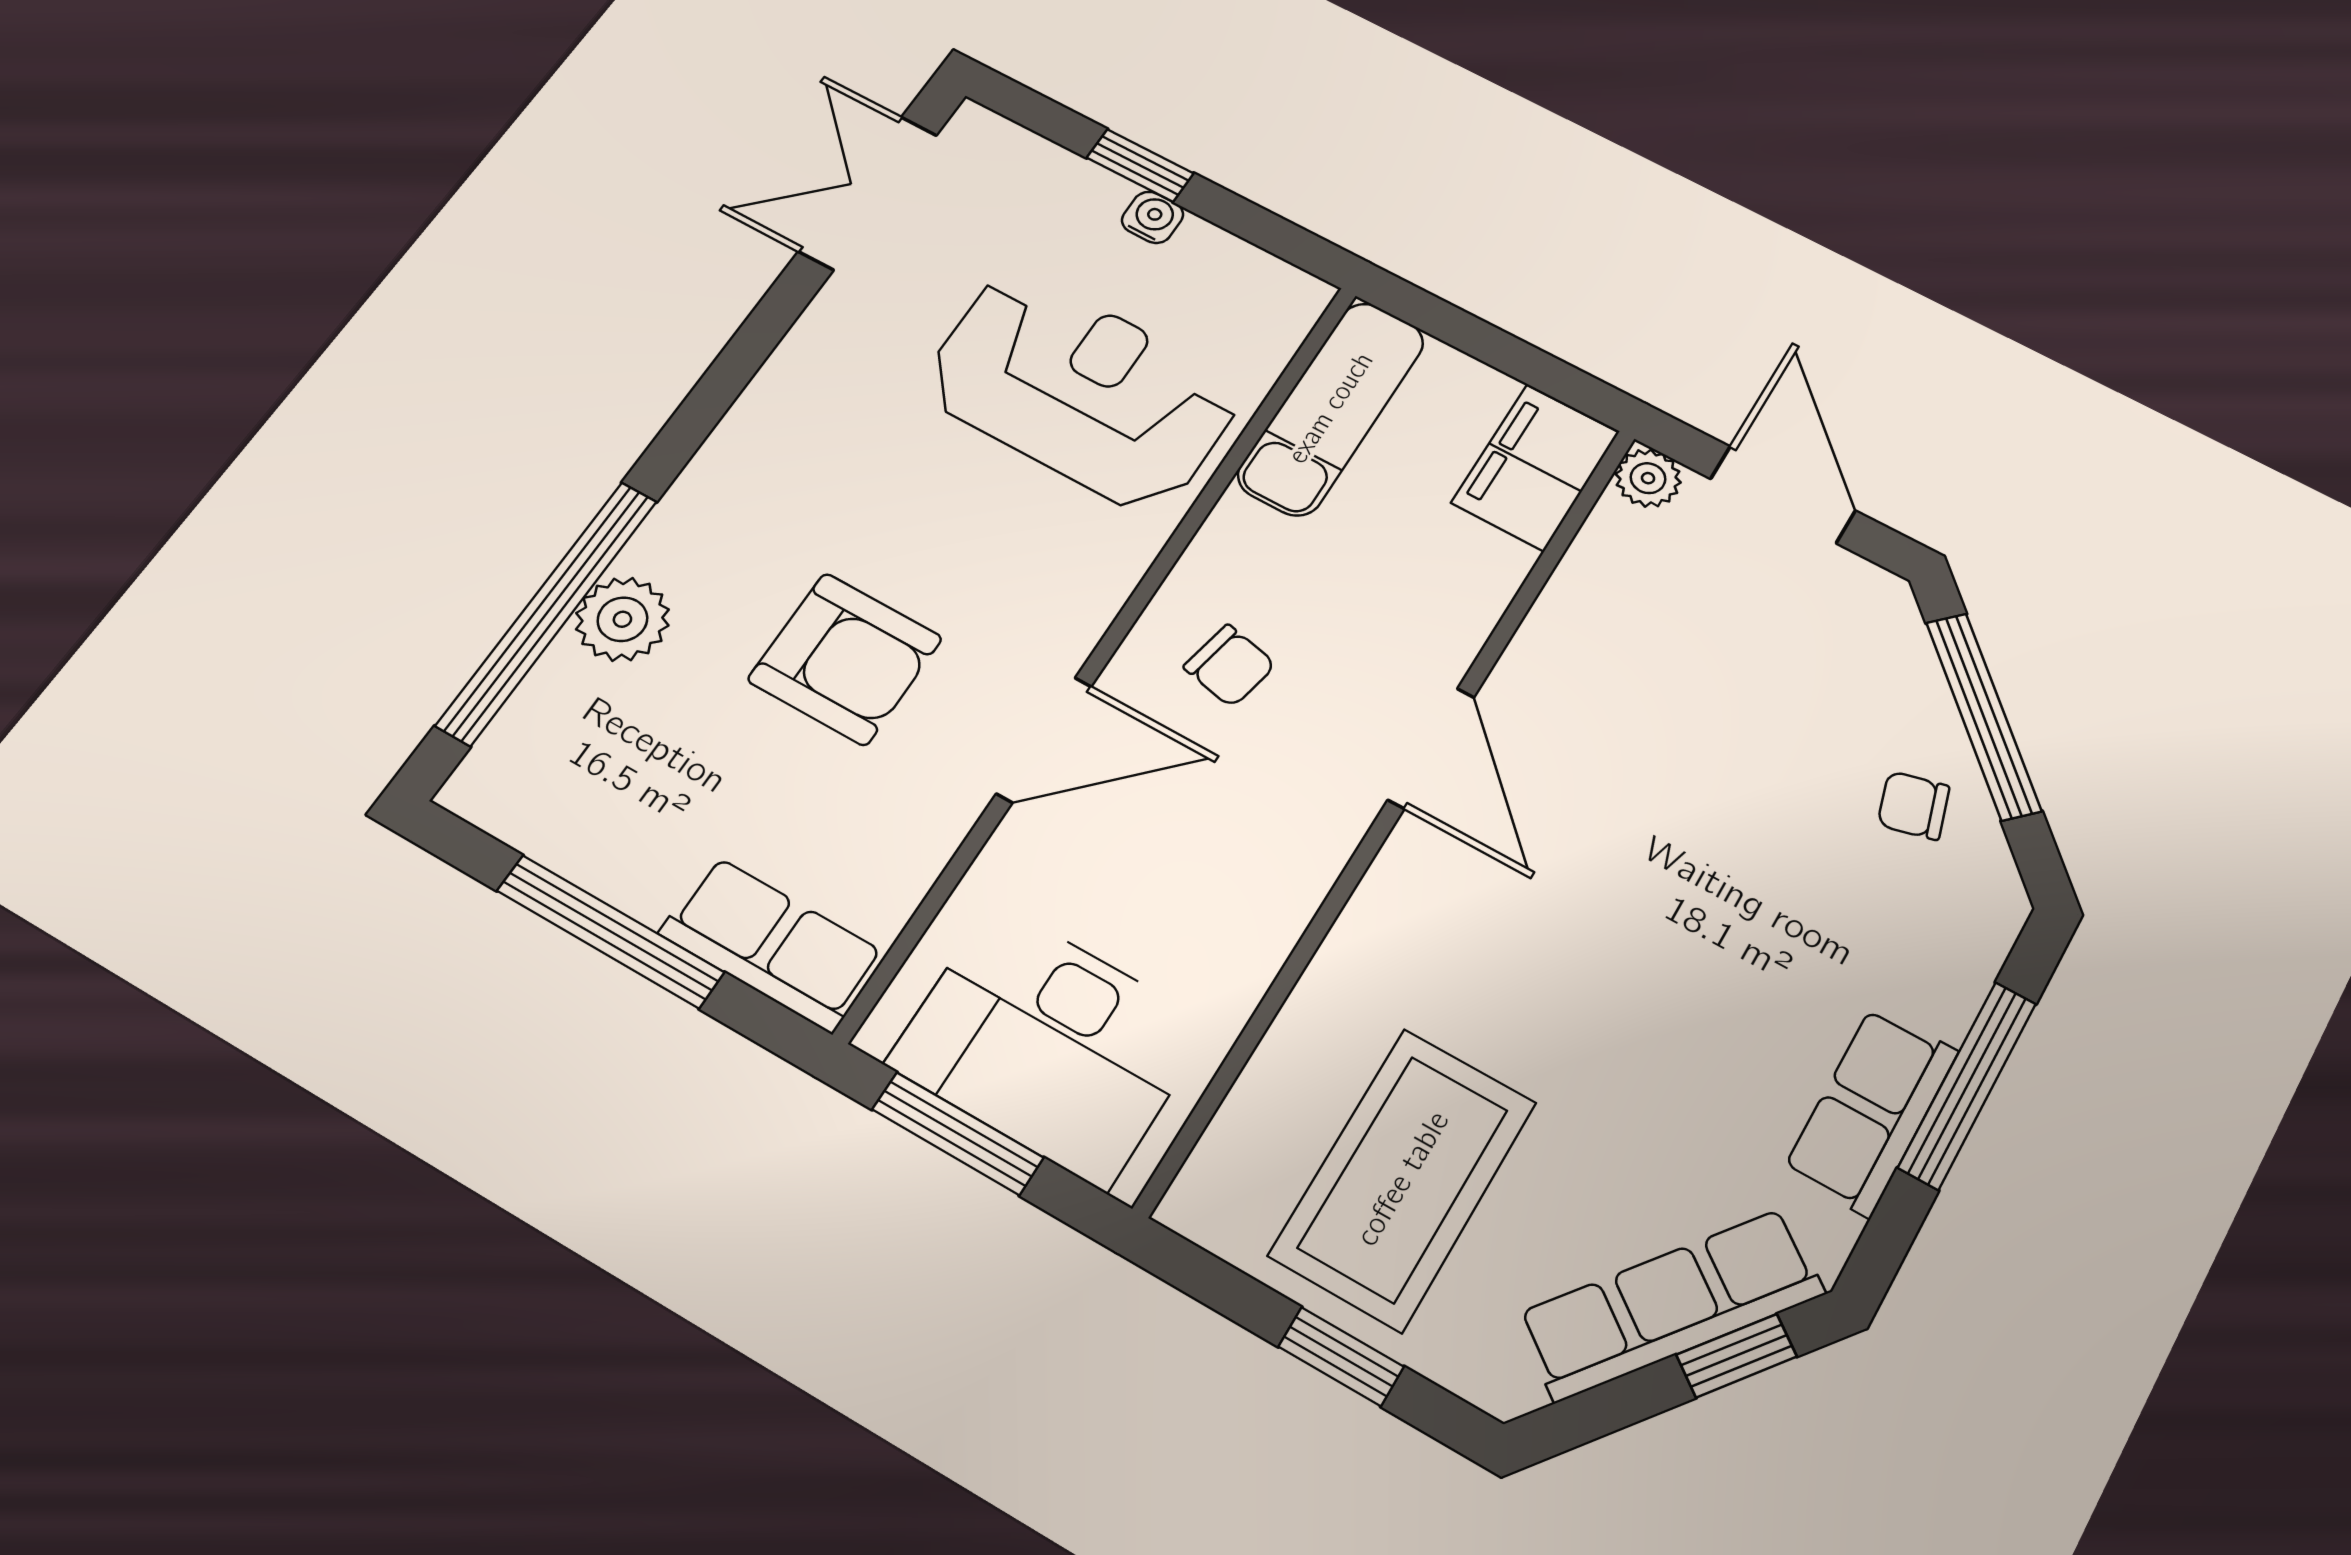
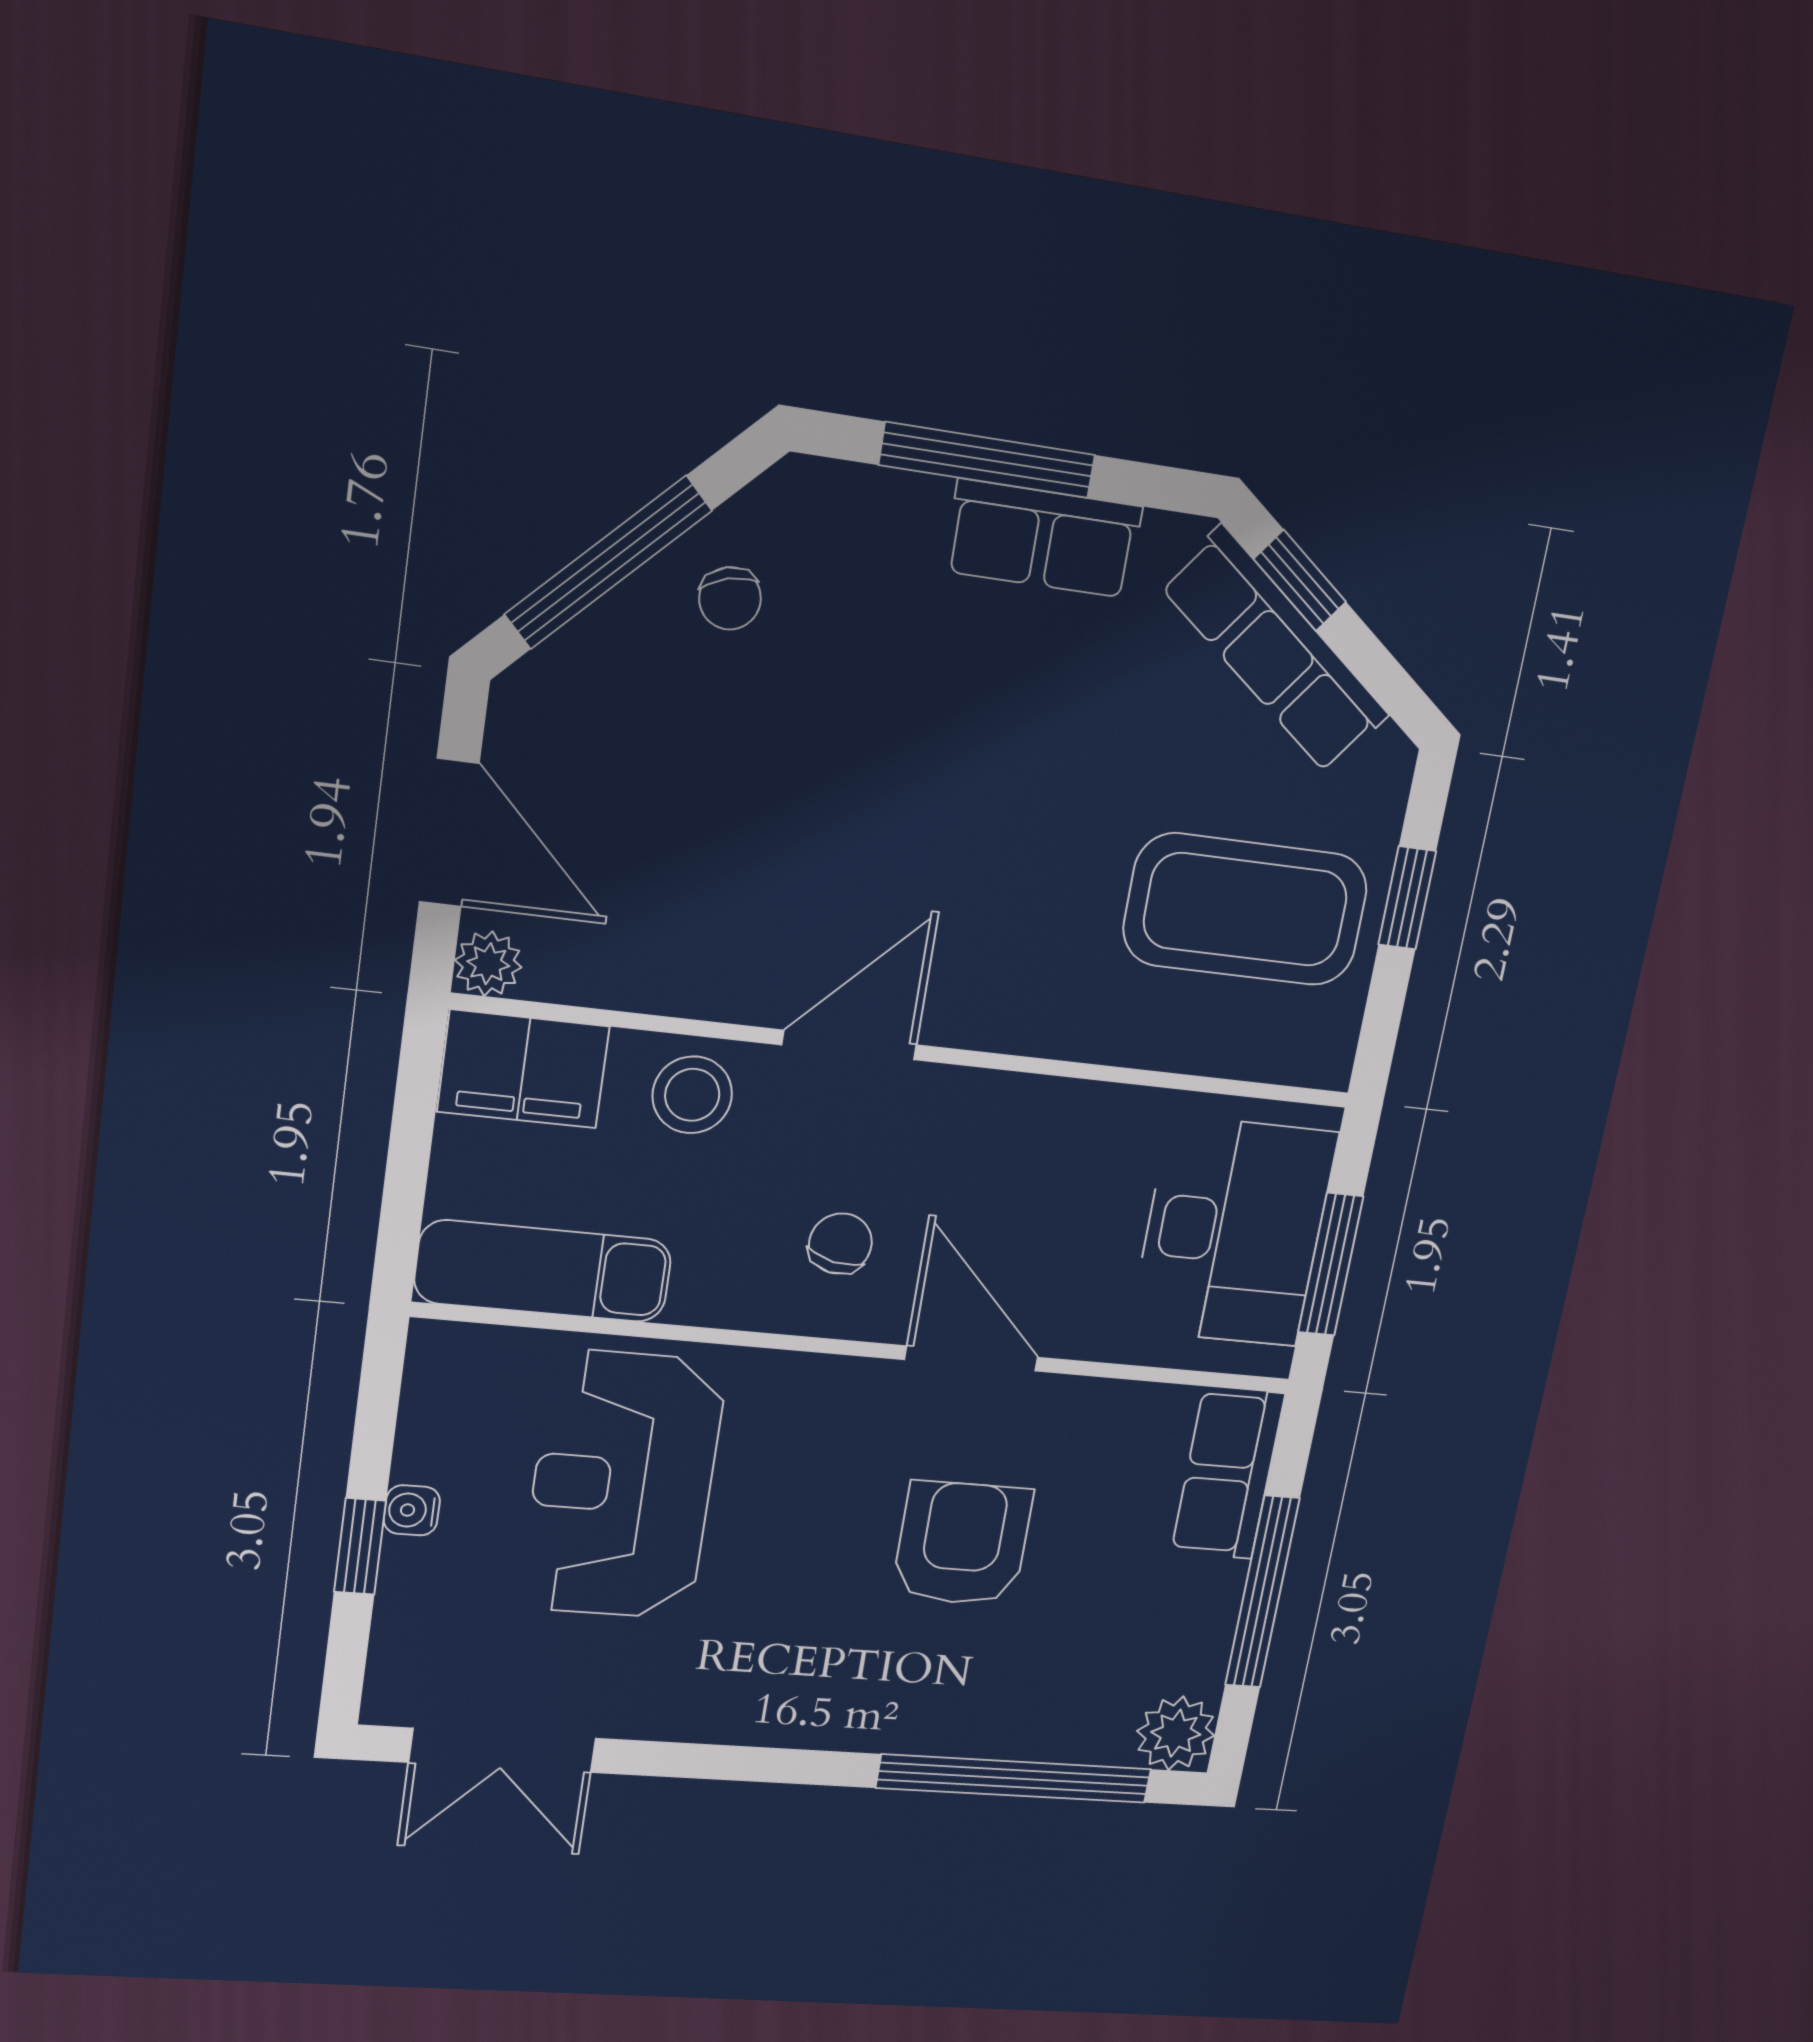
door: (1783, 495) -> (449, 833), swing flipped
stool: (1445, 595) -> (692, 1095), added
plant: (622, 619) -> (1176, 1733), moved

